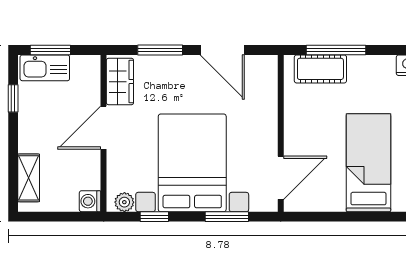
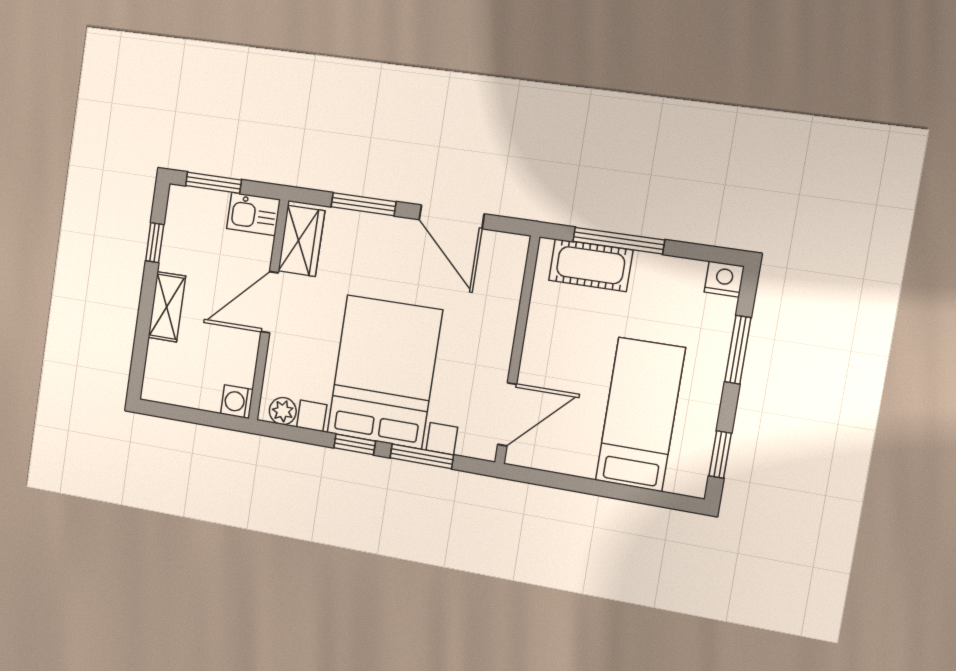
kitchen sink: (45, 68) -> (253, 214), moved, width x0.73
shelving: (29, 178) -> (167, 307), moved
window: (154, 217) -> (355, 444), moved

